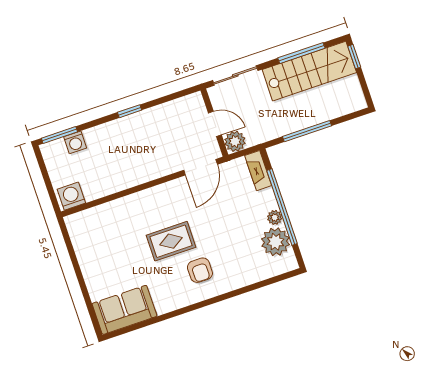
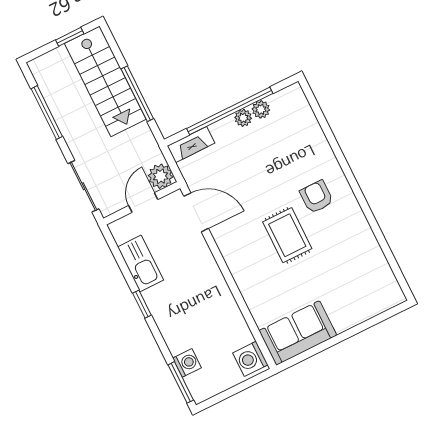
window: (354, 57) -> (70, 37), moved
stairs: (309, 71) -> (105, 81), moved, turned 180
kitchen sink: (164, 115) -> (140, 263), added
plant: (276, 242) -> (261, 109), width x0.53, depth x0.53
armchair: (200, 270) -> (317, 197), turned -90
sofa: (124, 310) -> (298, 333), moved, turned 90

